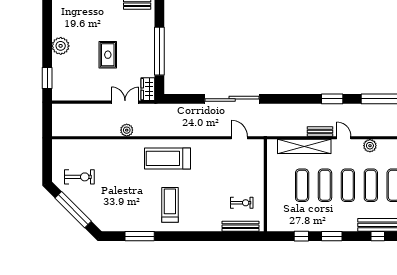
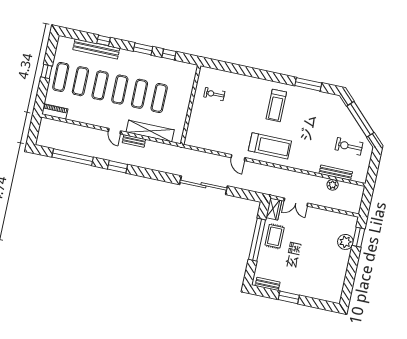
plant: (61, 46) -> (345, 242), moved
rug: (108, 55) -> (275, 236), moved
plant: (127, 130) -> (333, 185), moved
door: (239, 138) -> (238, 158), moved
plant: (370, 146) -> (94, 120), removed
bench: (241, 226) -> (336, 173), moved

